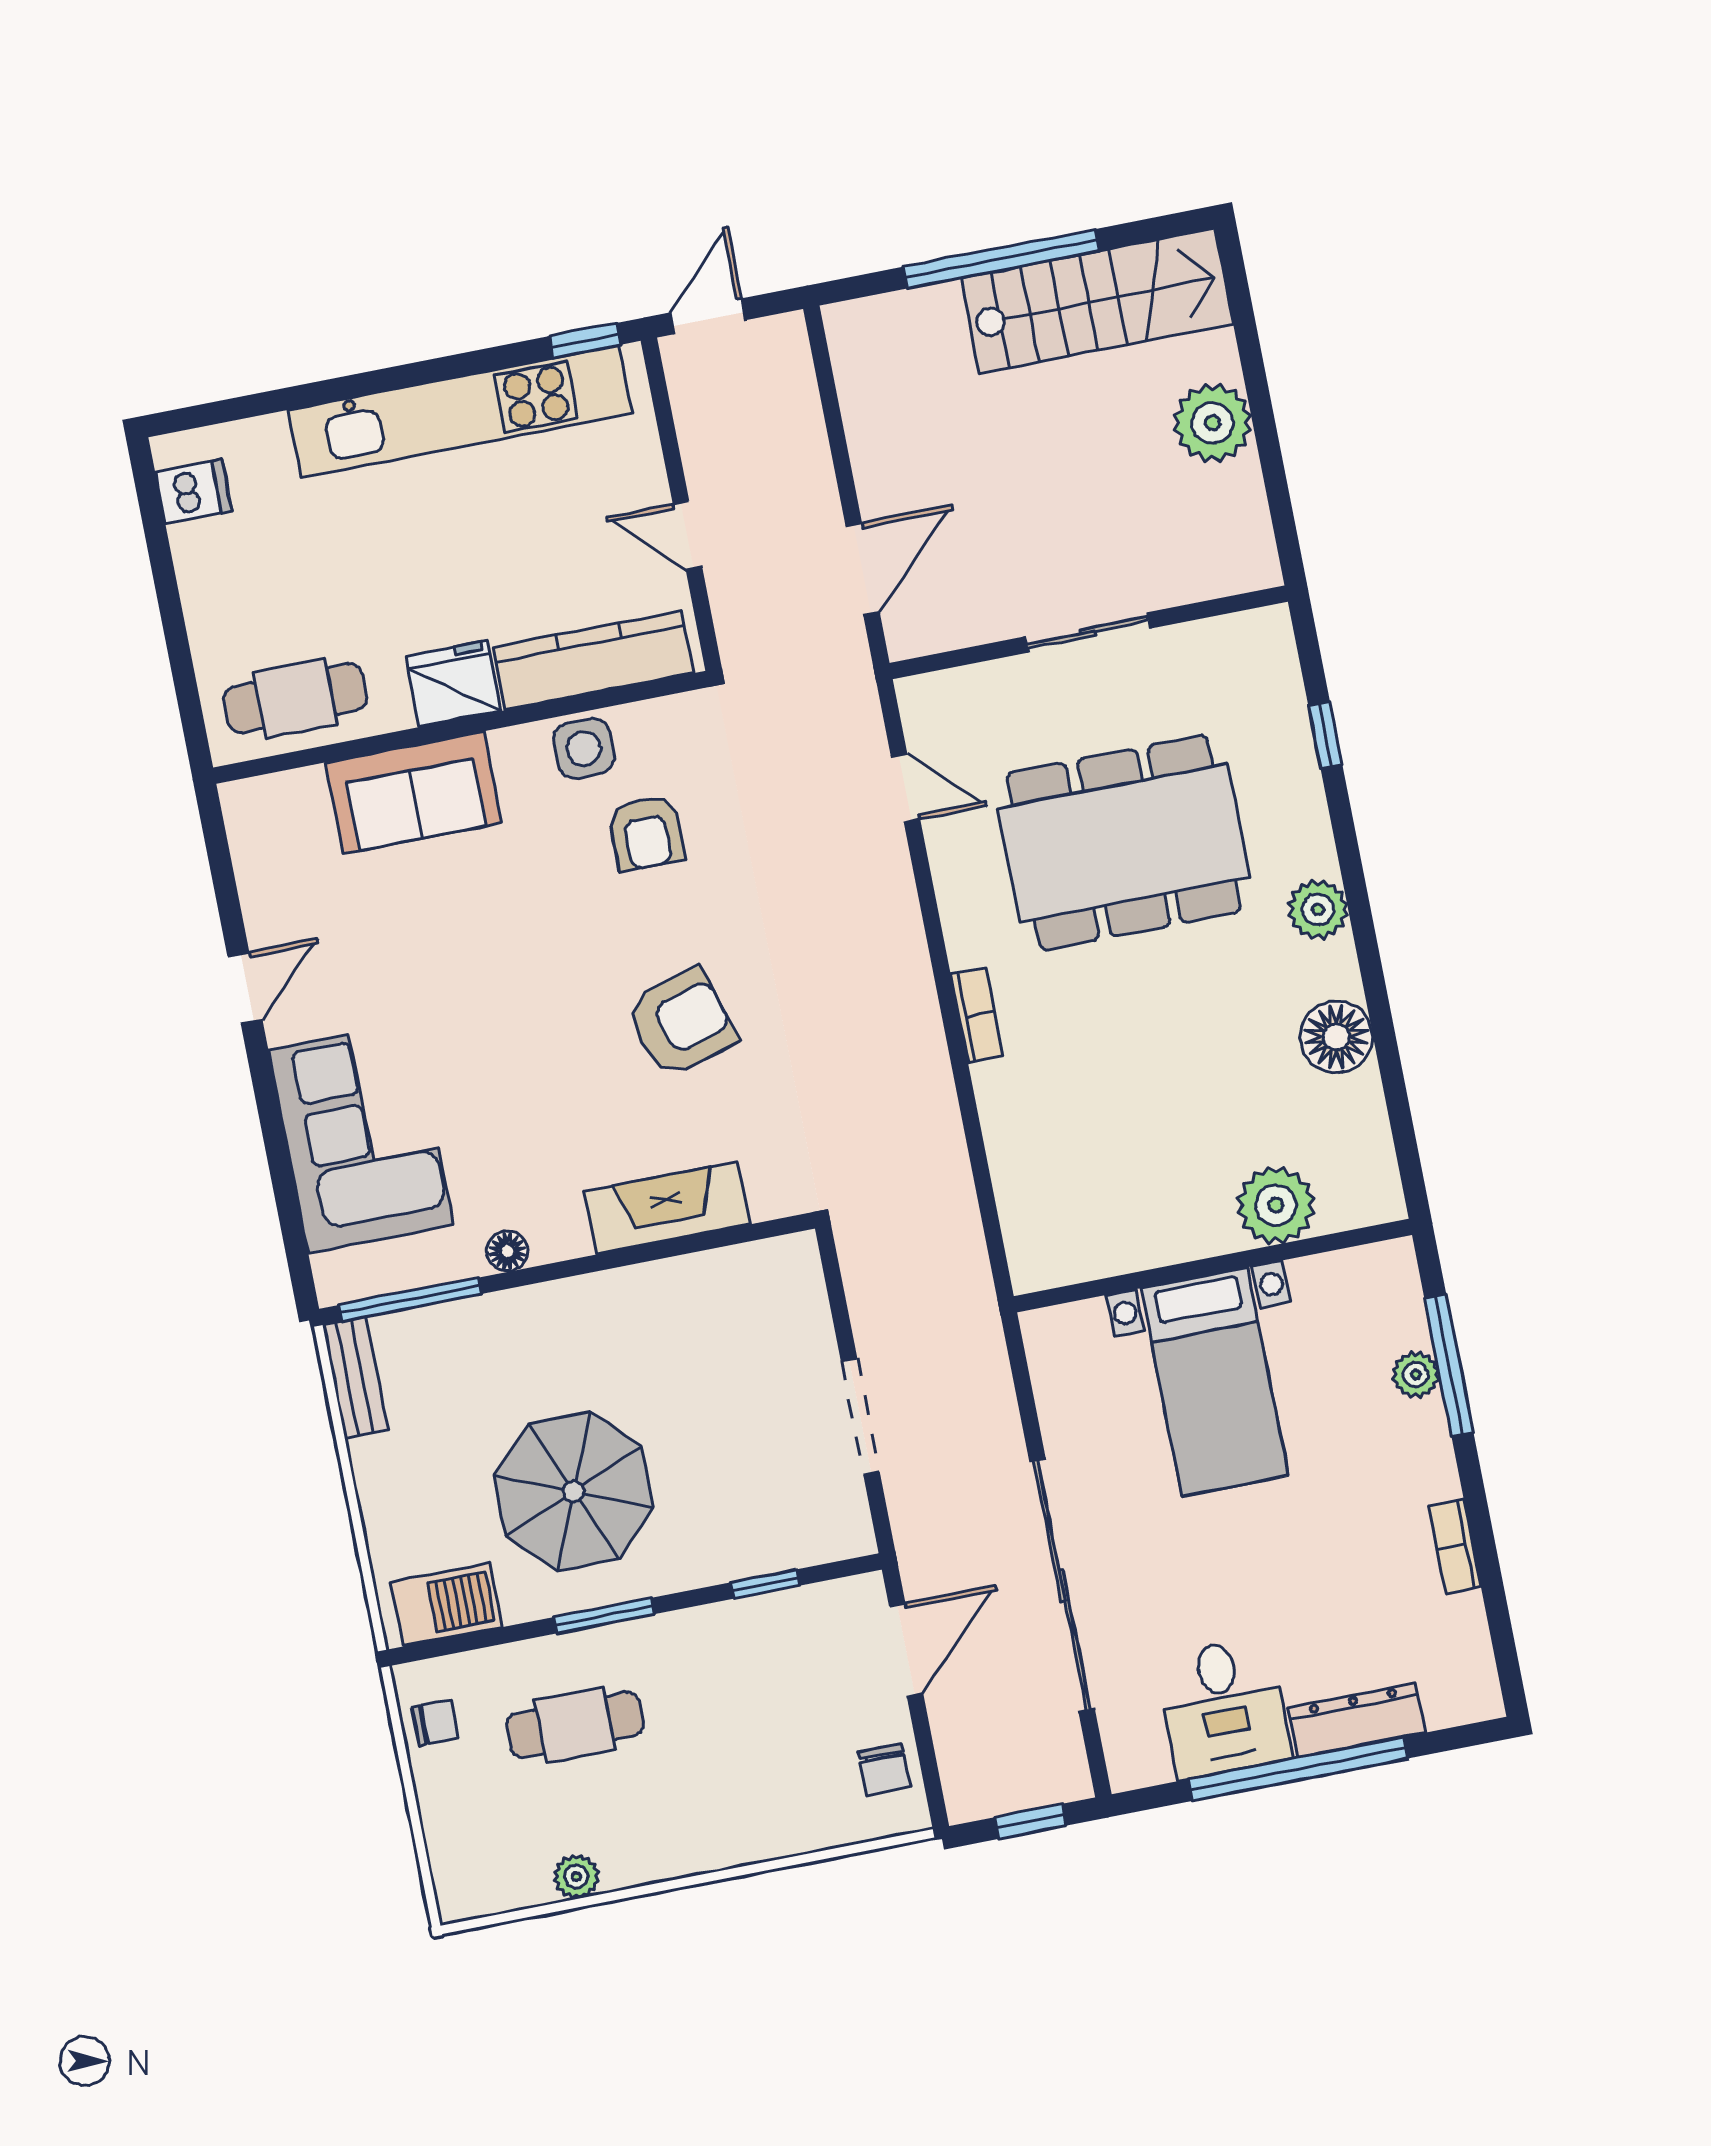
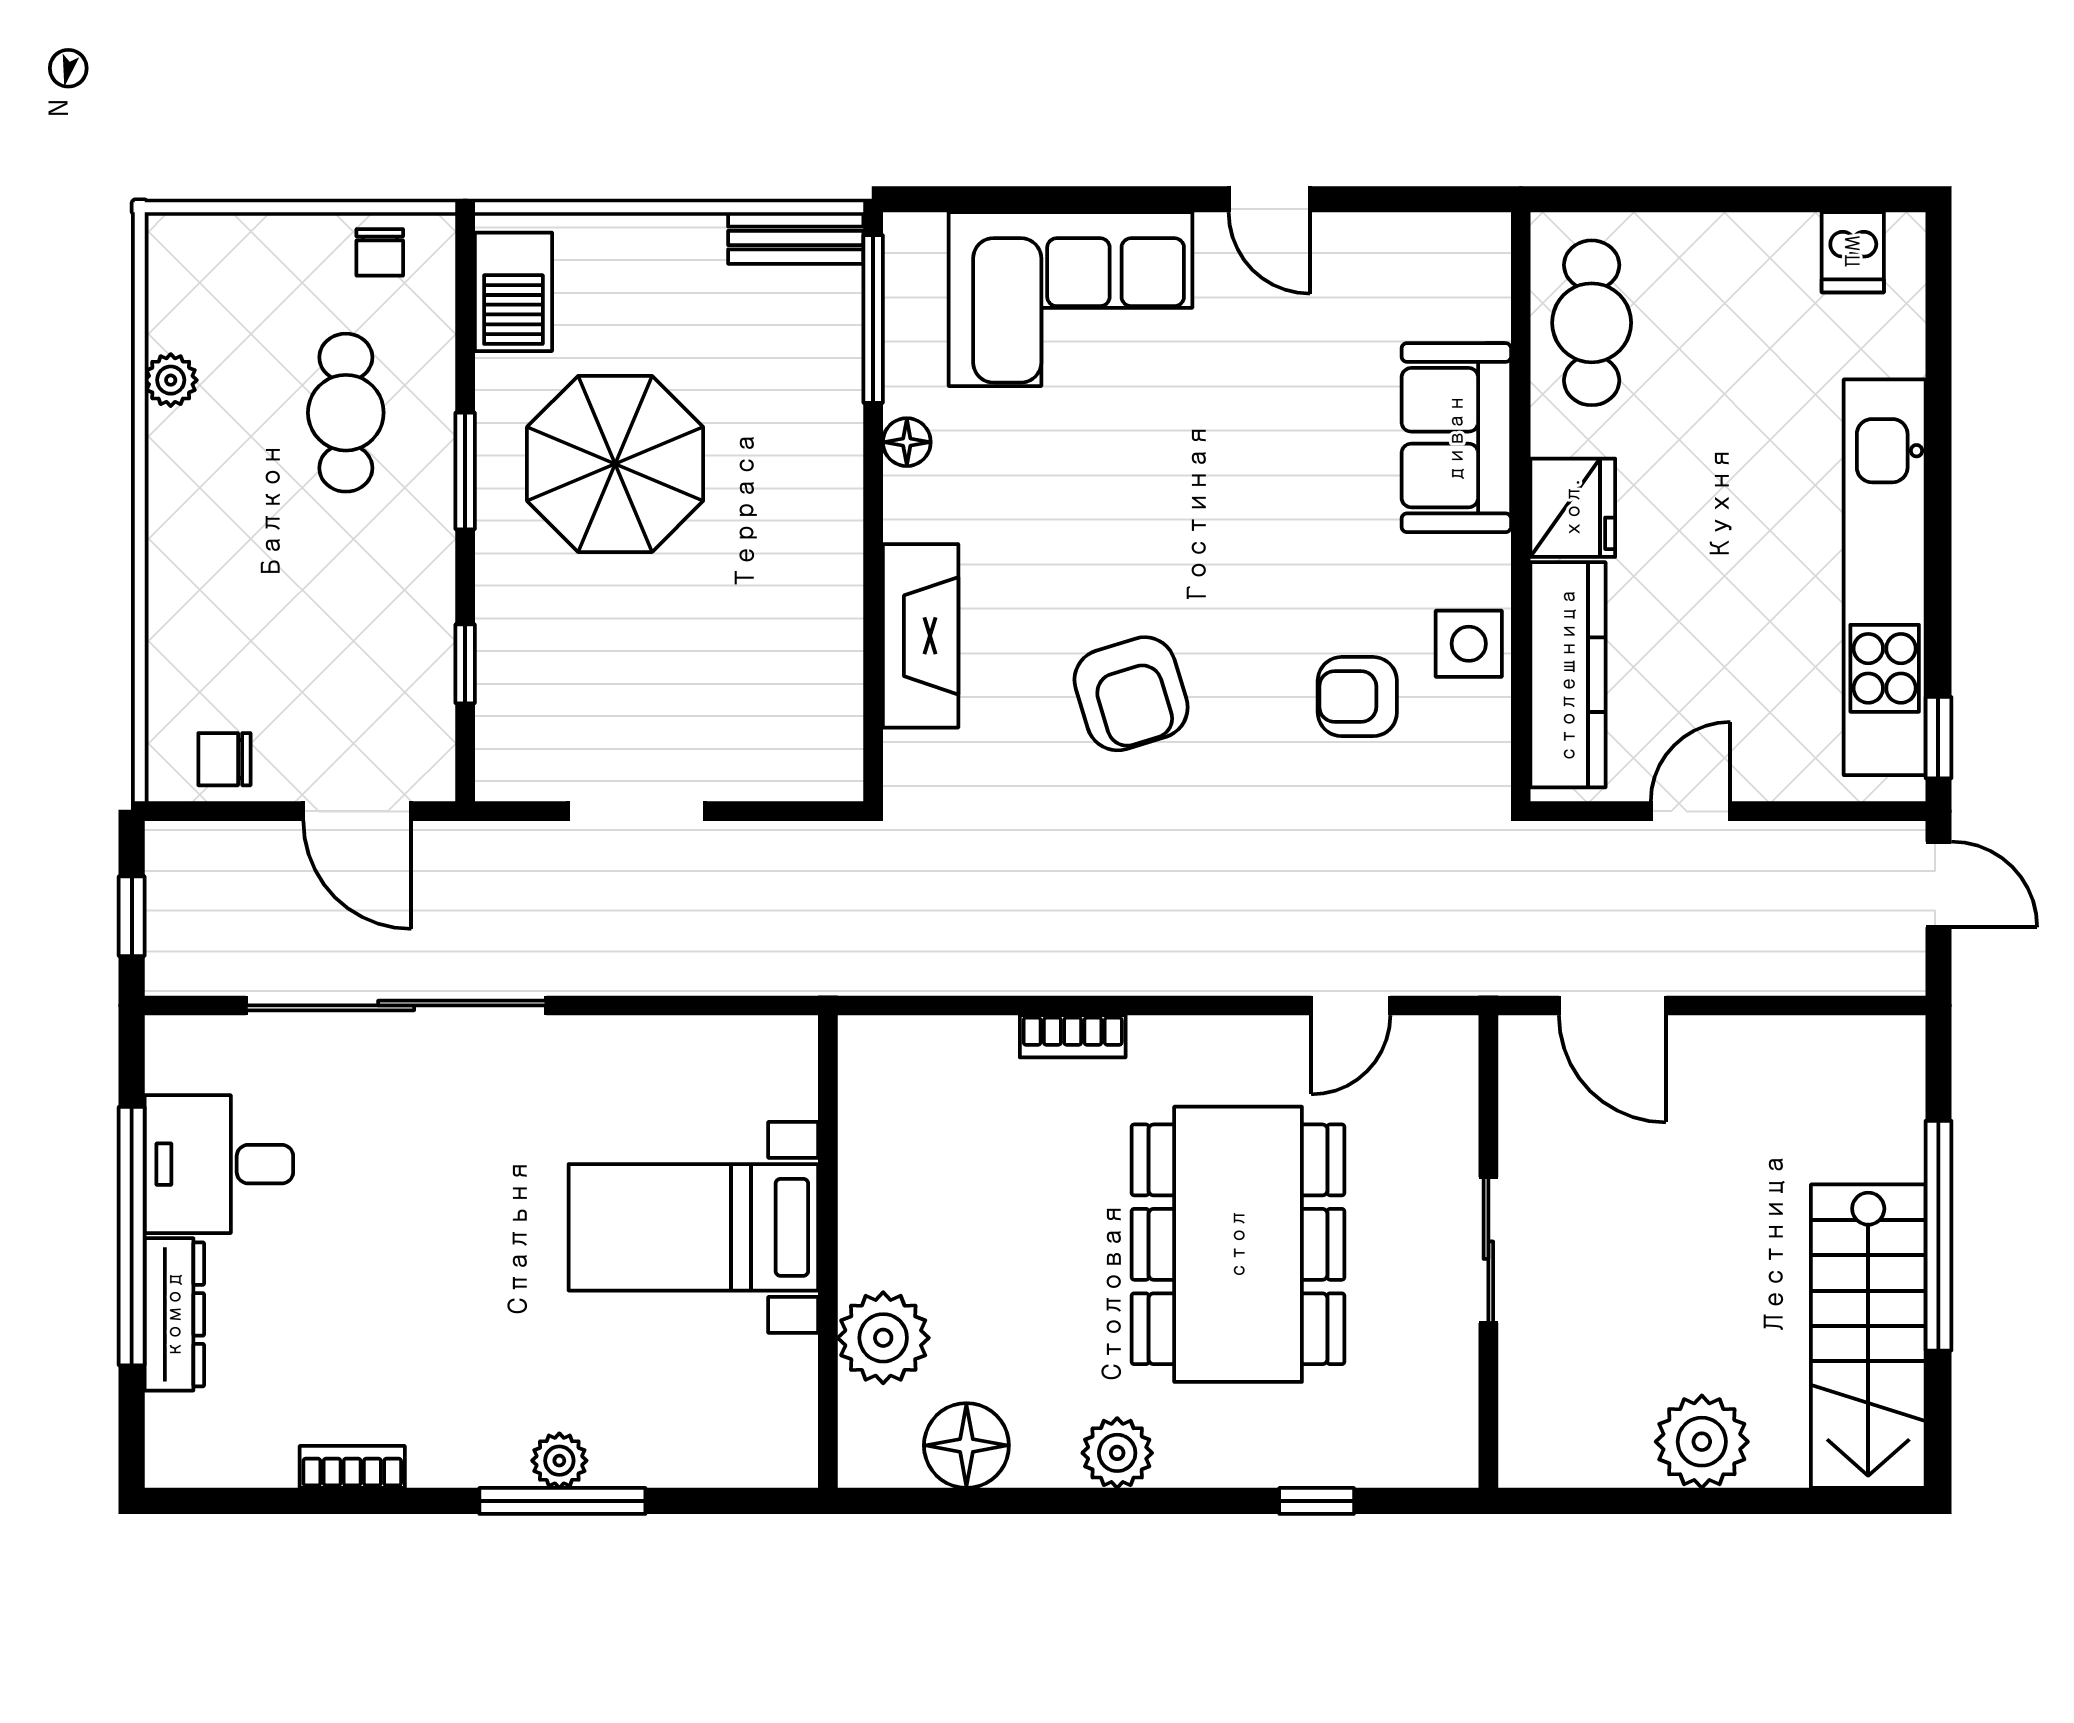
plant: (1276, 1205) -> (883, 1338), moved
wall: (1213, 1266) -> (828, 1252), moved
bed with nightstands: (1215, 1382) -> (693, 1227), moved

